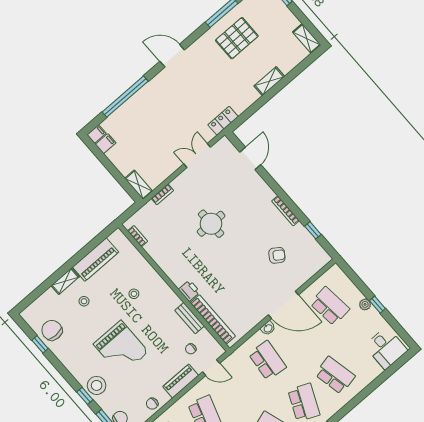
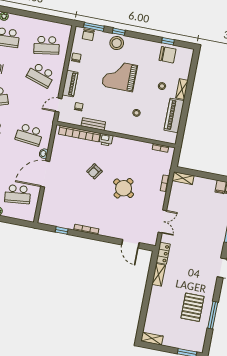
shelving: (269, 81) -> (159, 275), moved
round table: (211, 224) -> (124, 188), turned 32
armchair: (277, 255) -> (94, 171), moved

